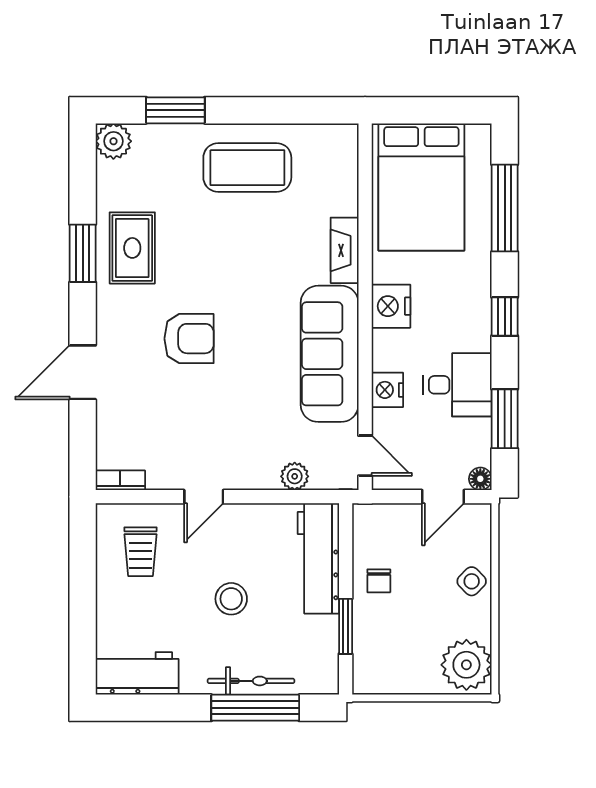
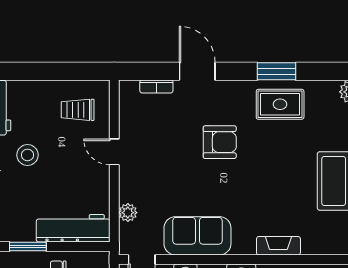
armchair: (189, 339) -> (220, 142), turned -90
sofa: (330, 354) -> (197, 236), width x0.73
bookcase: (120, 480) -> (156, 86), moved, turned 90
stool: (231, 599) -> (27, 155), moved

